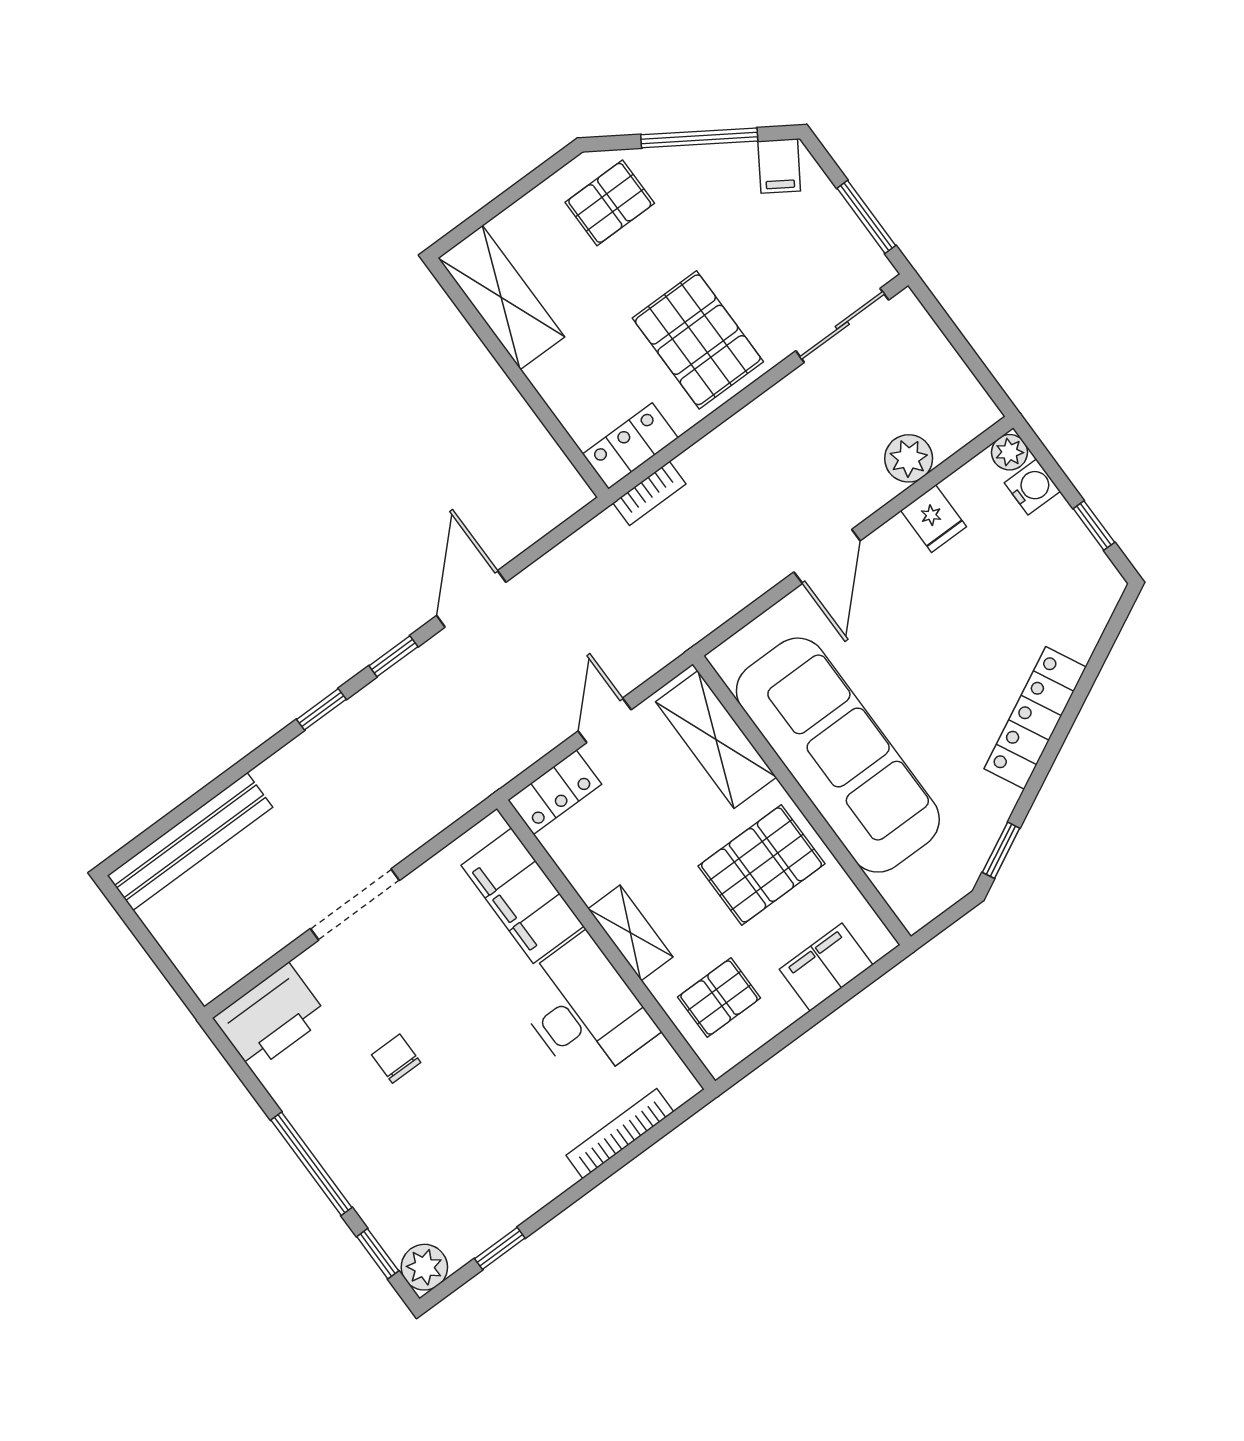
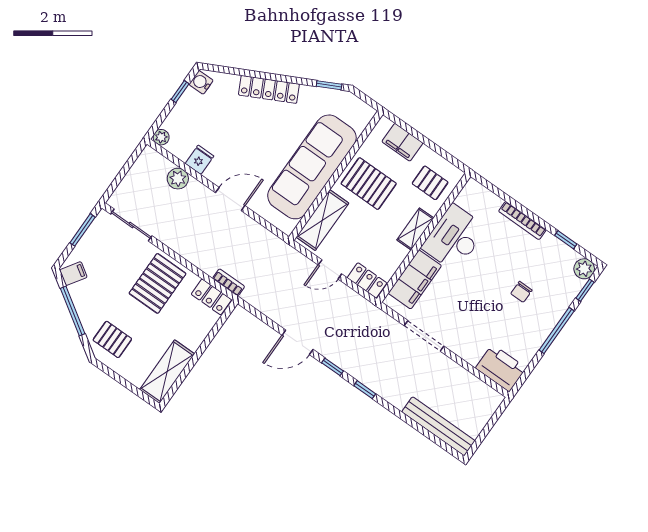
water cooler: (1032, 487) -> (201, 82), moved
doorway: (355, 905) -> (424, 336), moved
chair: (396, 1059) -> (521, 292), moved
bookcase: (620, 1134) -> (522, 221), moved

